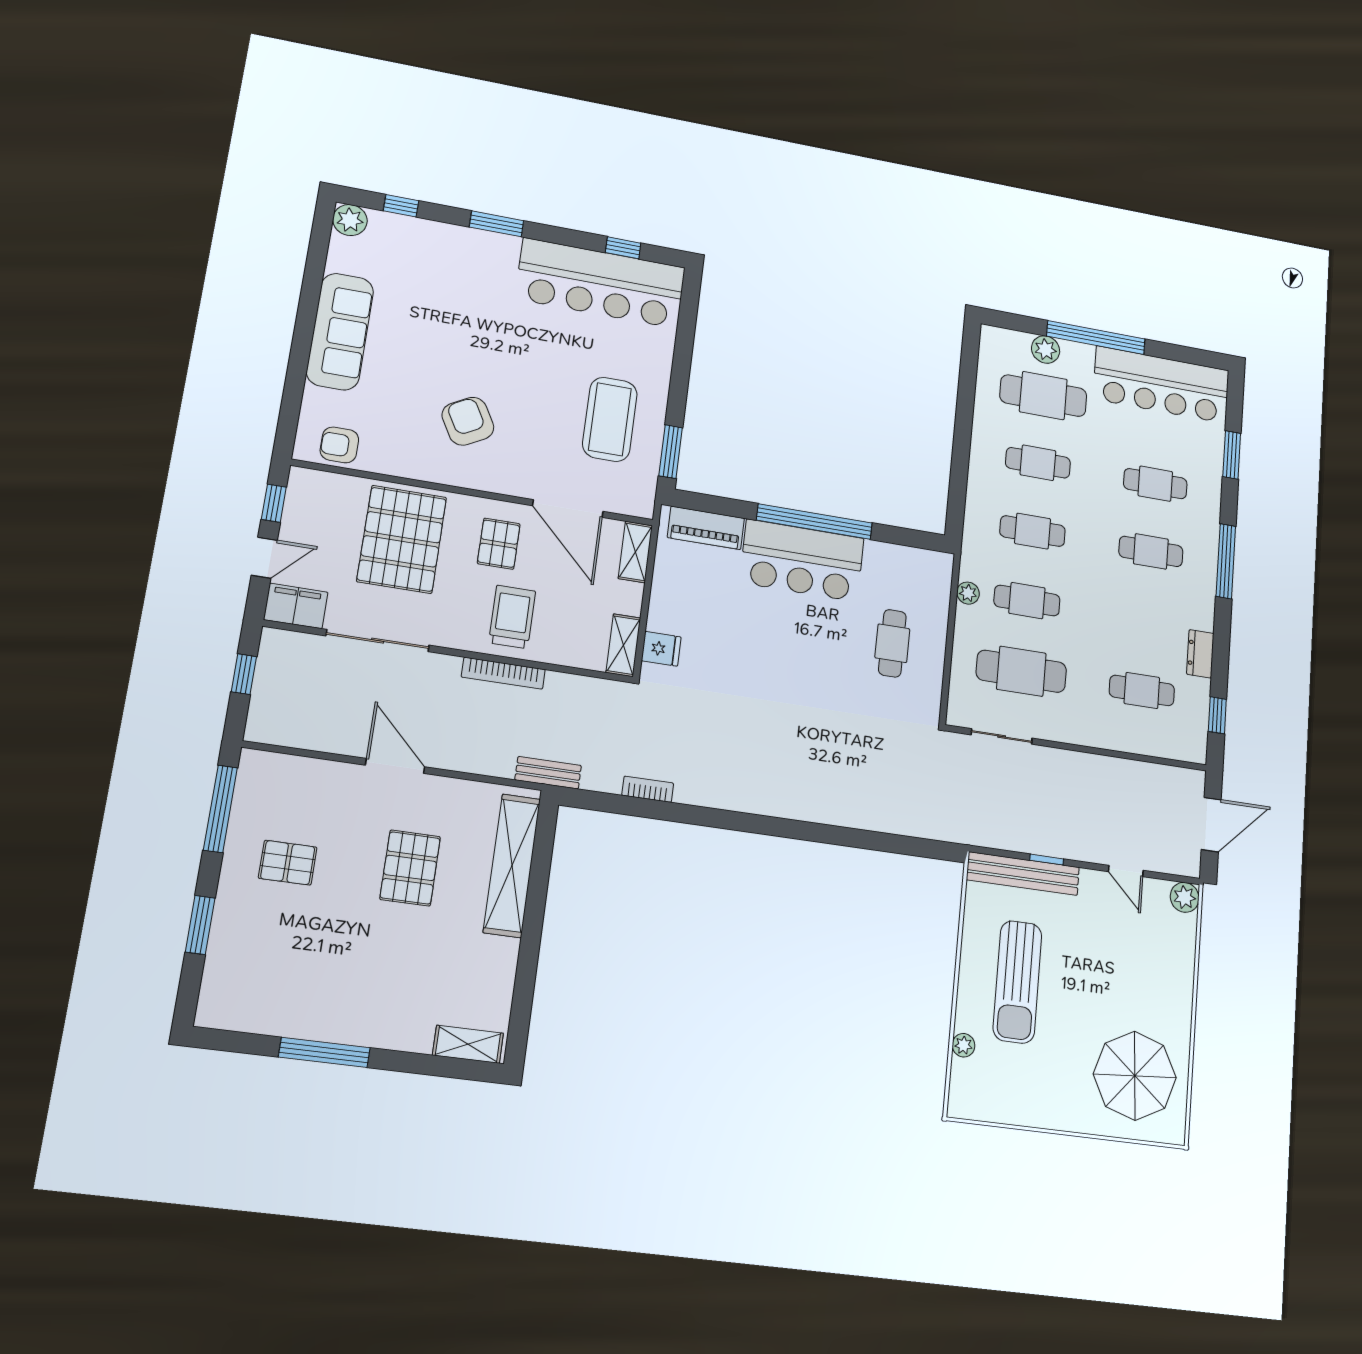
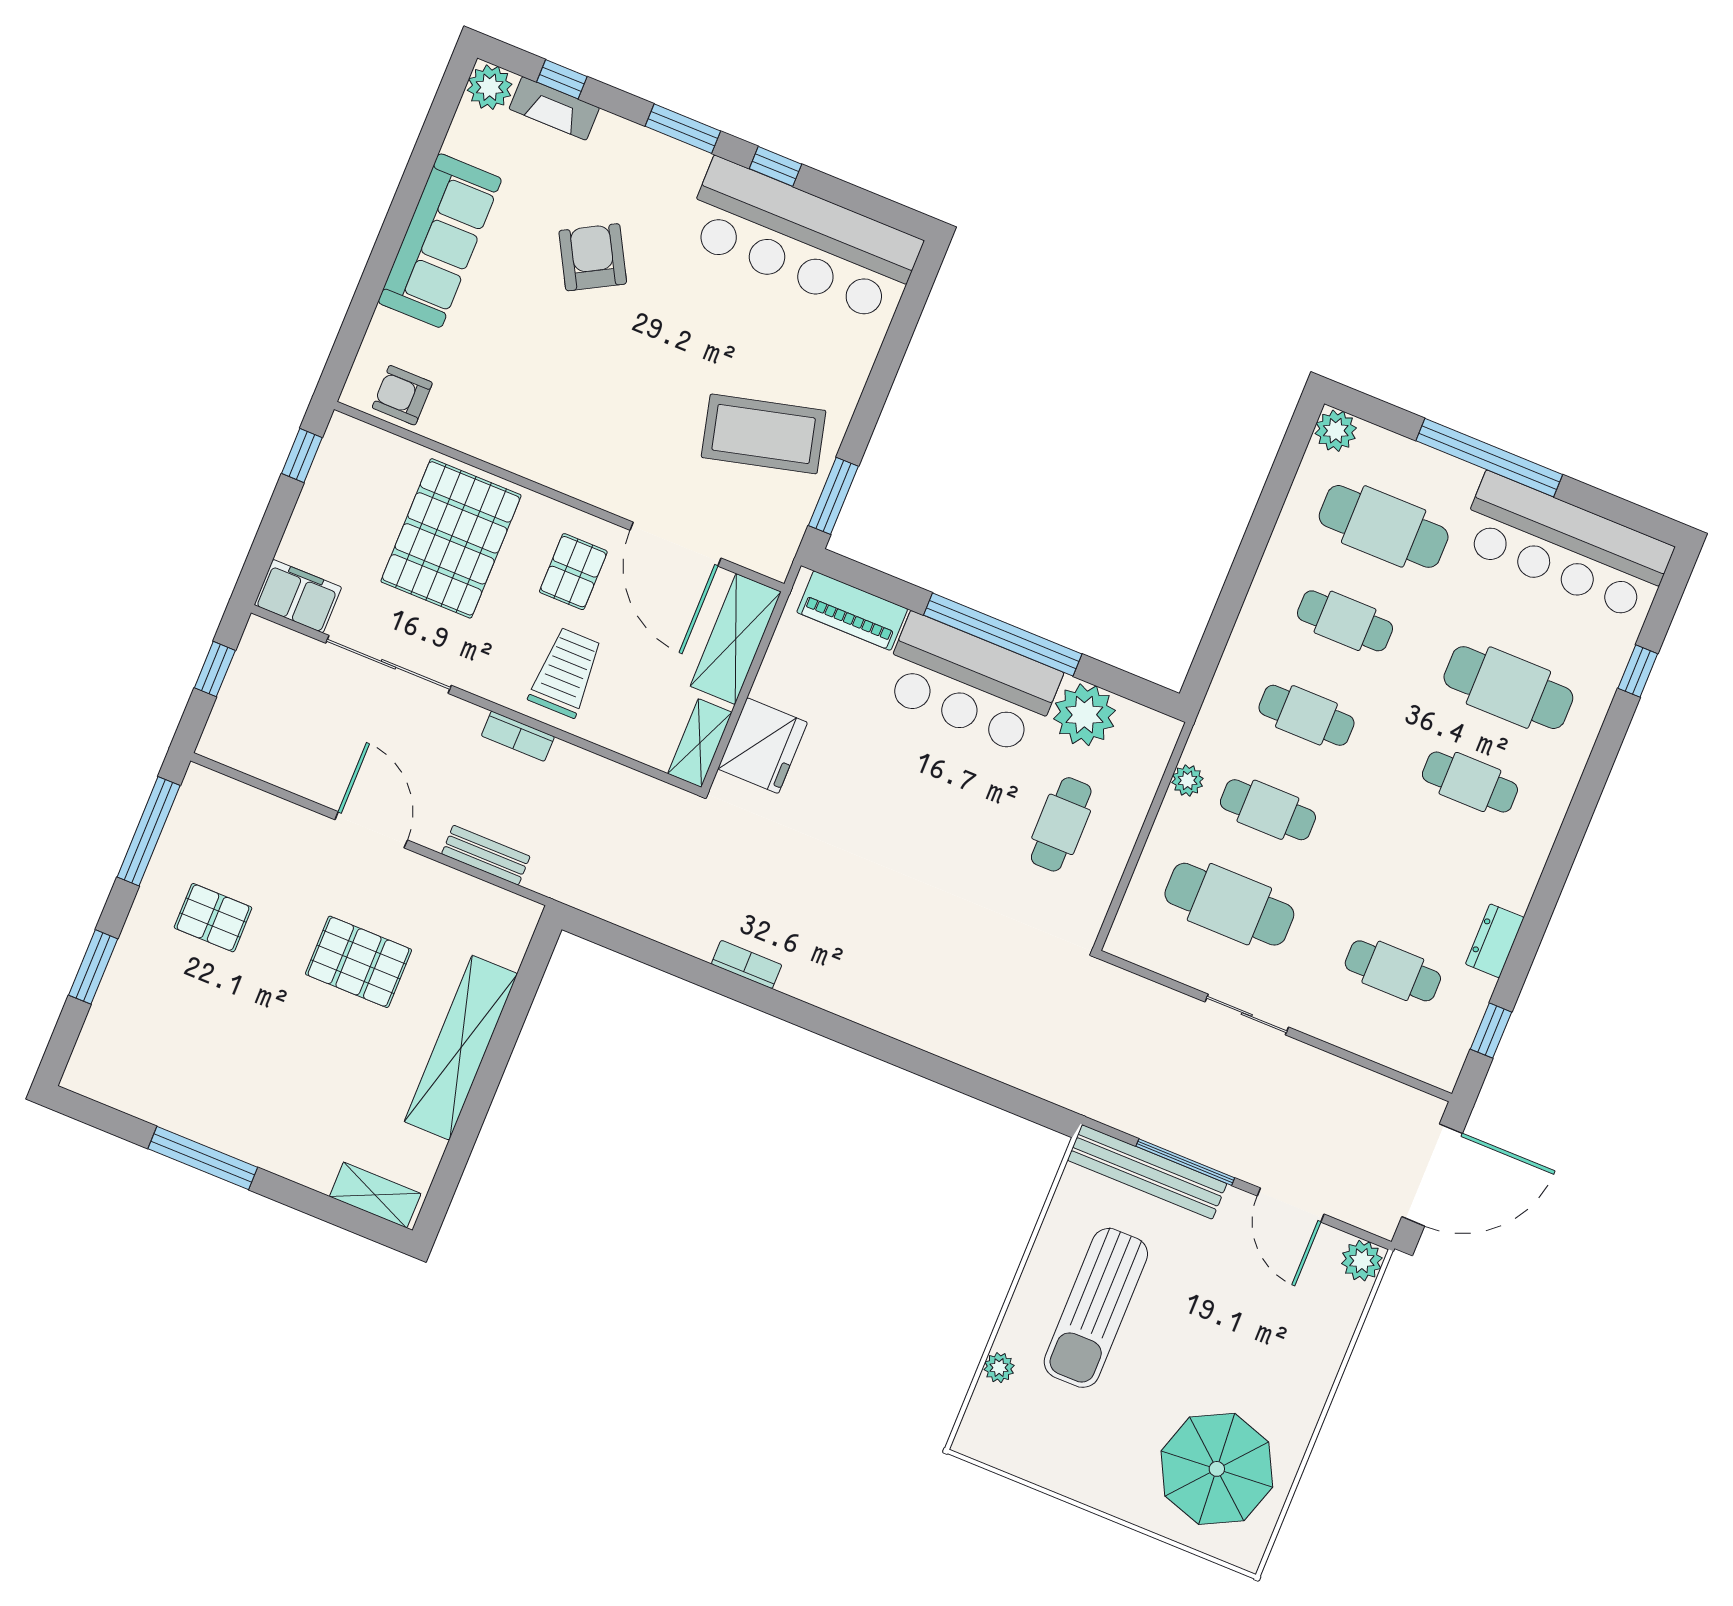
fireplace: (401, 226) -> (554, 108), added
window: (623, 248) -> (775, 166), moved
plant: (1046, 350) -> (1336, 431), moved
coffee table: (610, 419) -> (764, 434), turned 76
armchair: (468, 421) -> (593, 257), moved
window: (1232, 455) -> (1638, 671), width x0.67
cafe table: (1155, 484) -> (1508, 688), width x1.37, depth x1.35
shelving: (635, 552) -> (736, 639), width x1.50, depth x1.33
door: (264, 558) -> (274, 525), removed
window: (1226, 561) -> (1577, 821), removed
plant: (886, 564) -> (1084, 715), added
fridge: (661, 649) -> (763, 746), width x1.88, depth x1.34
bookcase: (503, 673) -> (518, 736), width x0.64
sliding door: (1002, 736) -> (1247, 1015), moved
bench: (548, 773) -> (486, 855), moved
bookcase: (648, 789) -> (747, 964), moved
door: (1211, 825) -> (1432, 1175), width x1.36
window: (1047, 860) -> (1185, 1162), width x2.17
shelving: (512, 866) -> (461, 1048), moved
pallet: (410, 868) -> (358, 962), turned 90
door: (1126, 871) -> (1291, 1205), width x1.38

